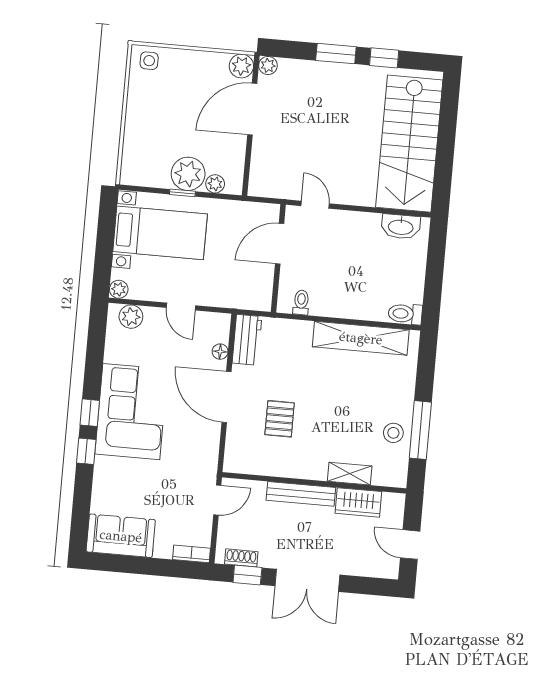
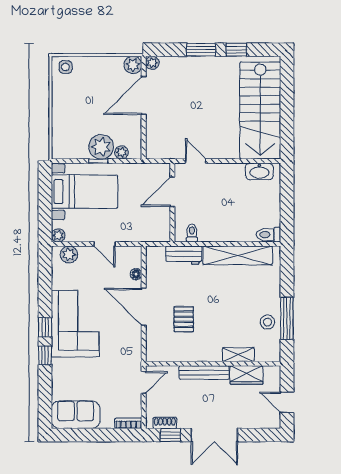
workbench: (247, 340) -> (184, 255), moved, turned 90

